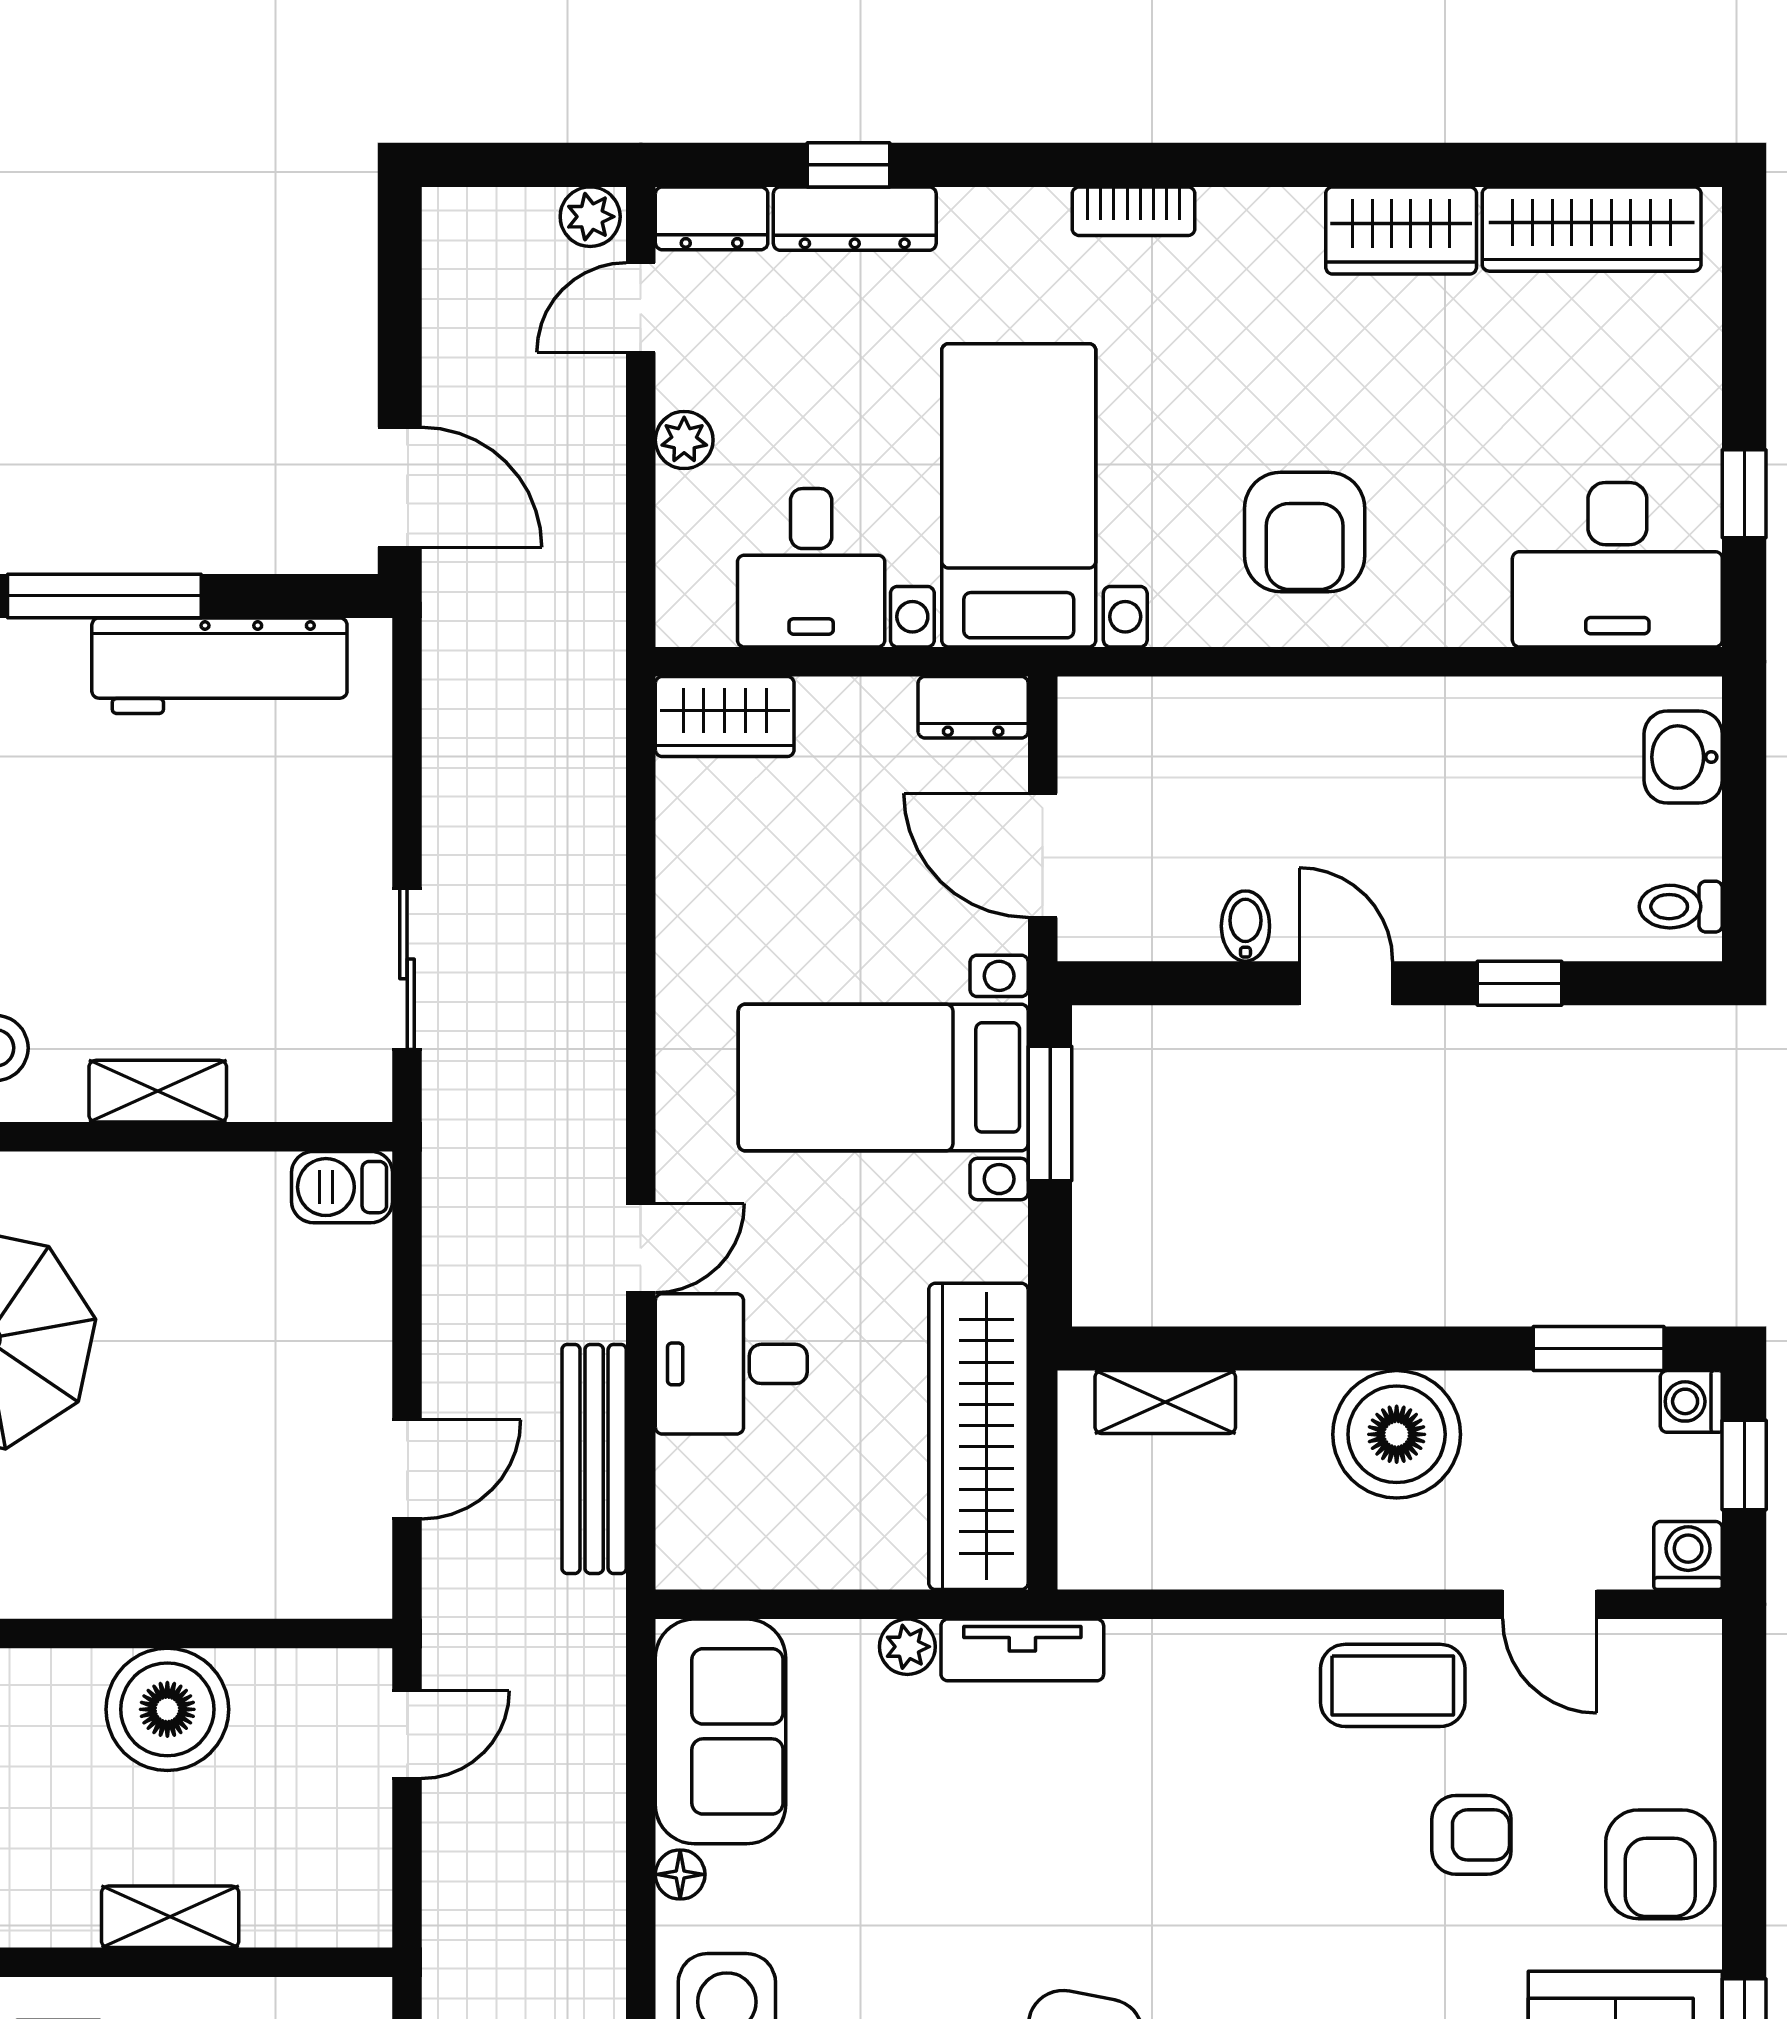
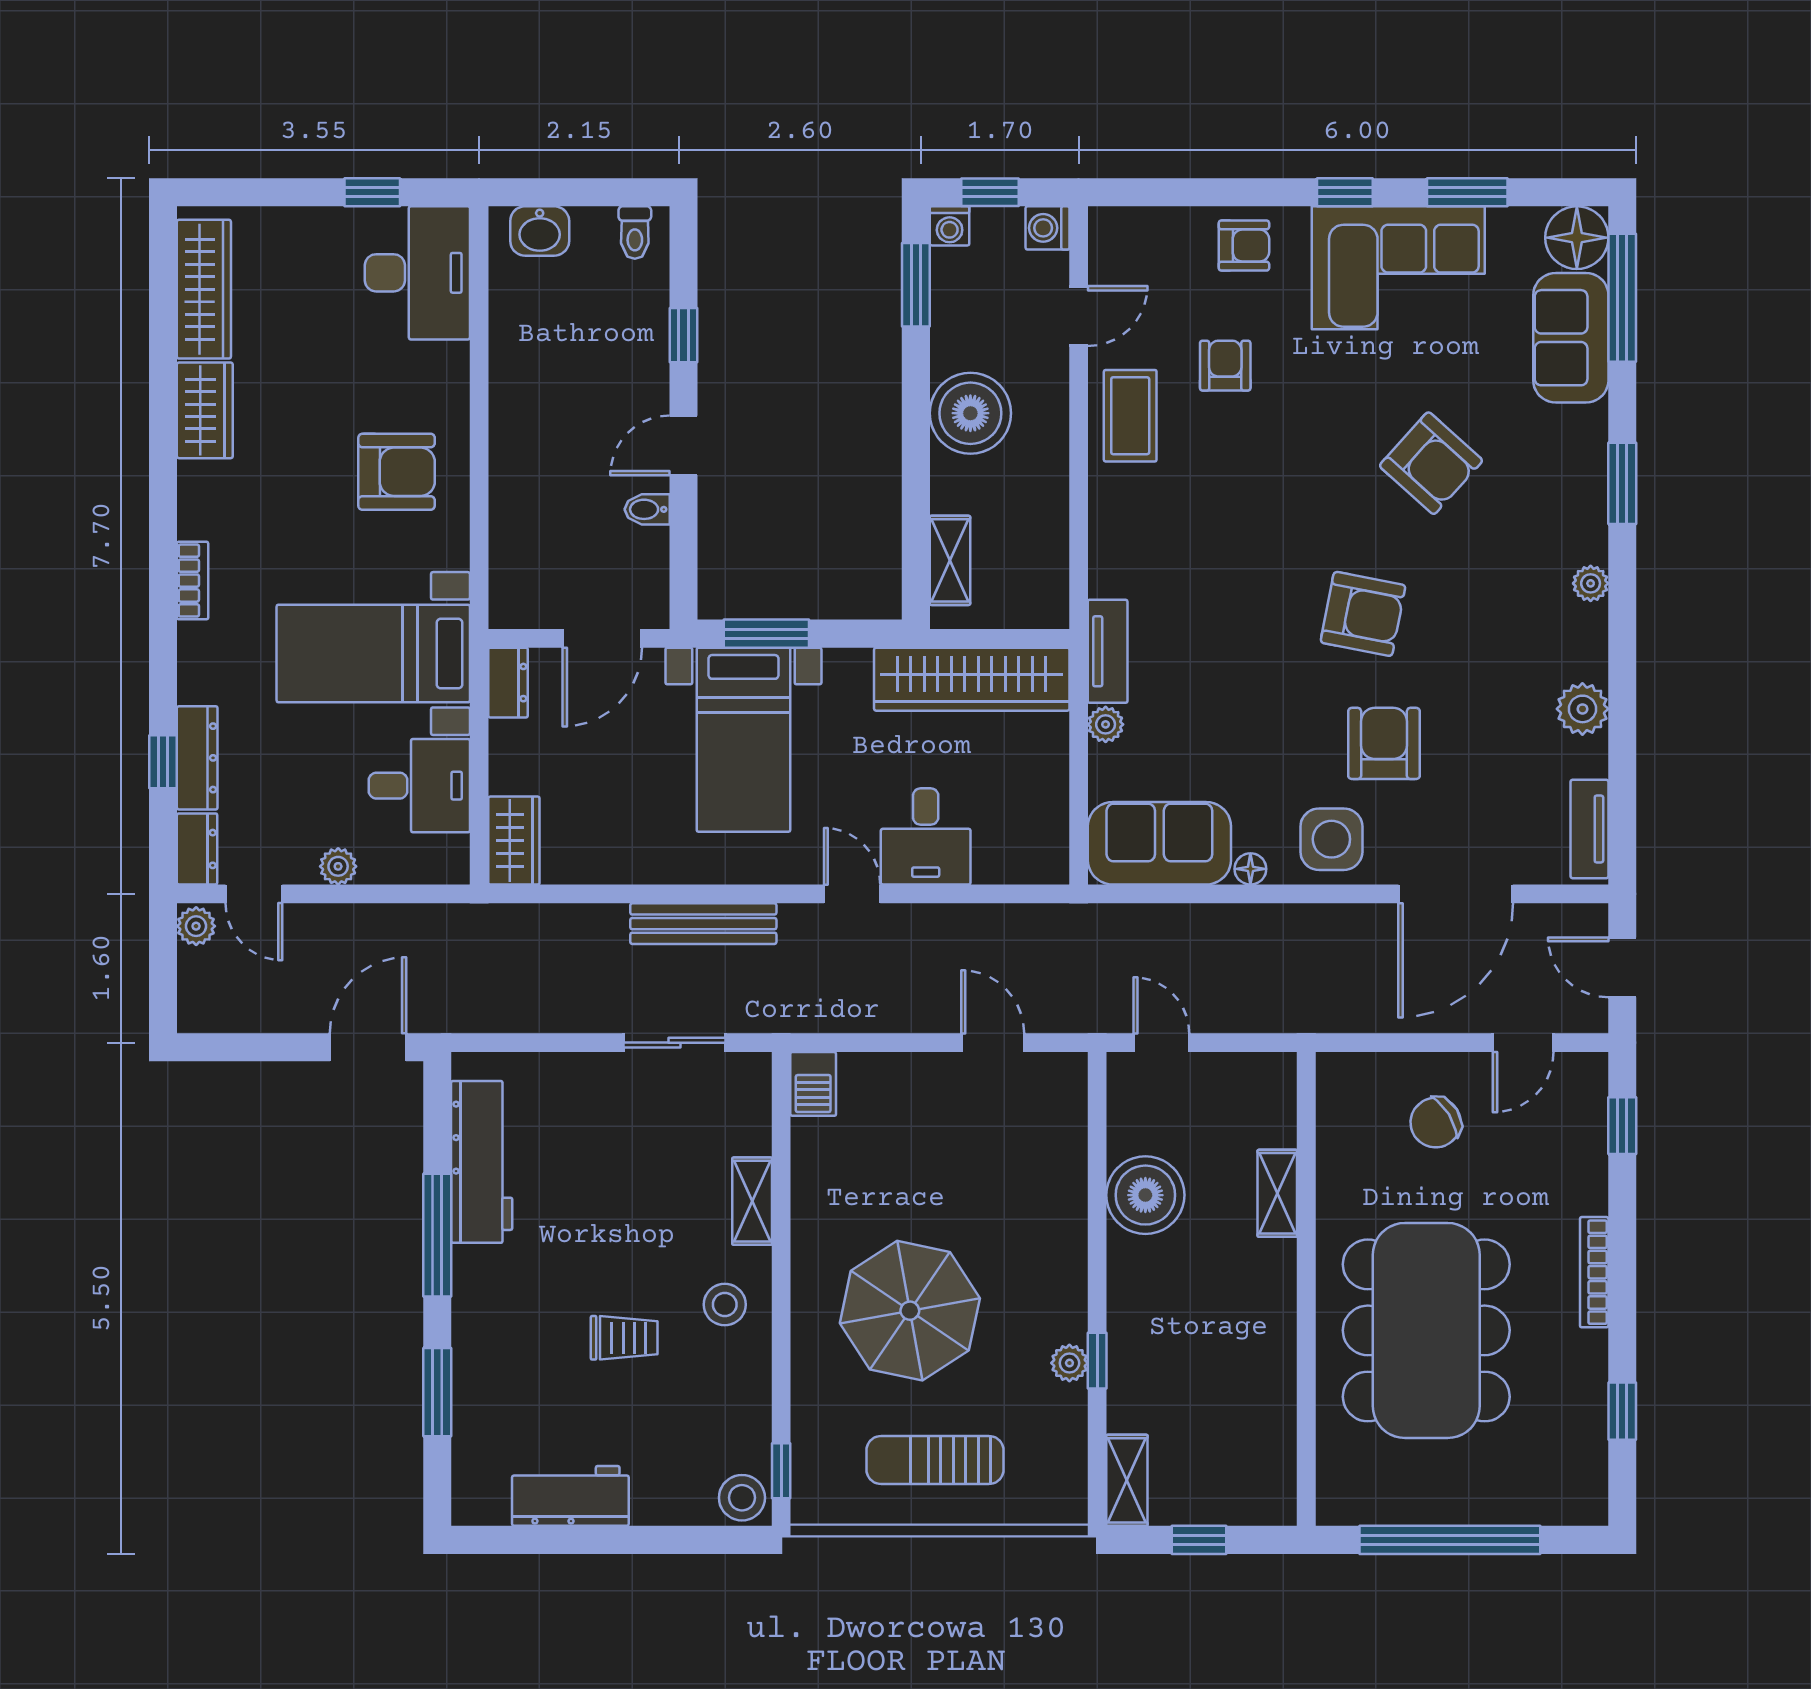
bench: (594, 1459) -> (703, 924), moved
armchair: (1660, 1864) -> (1244, 246), width x0.72, depth x0.72

